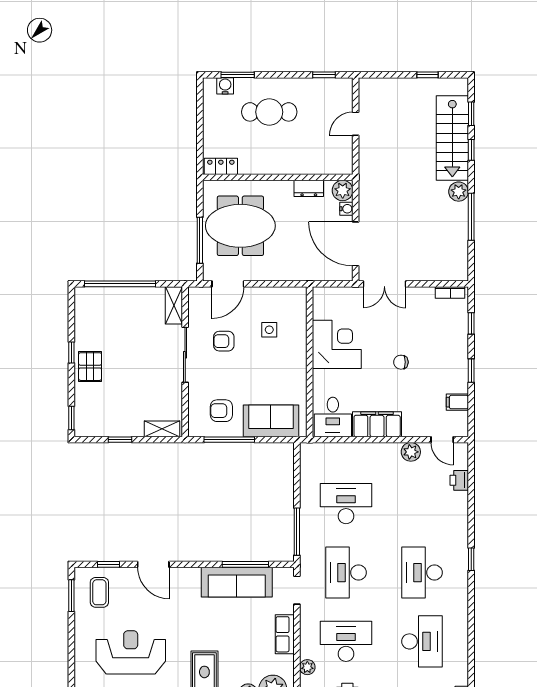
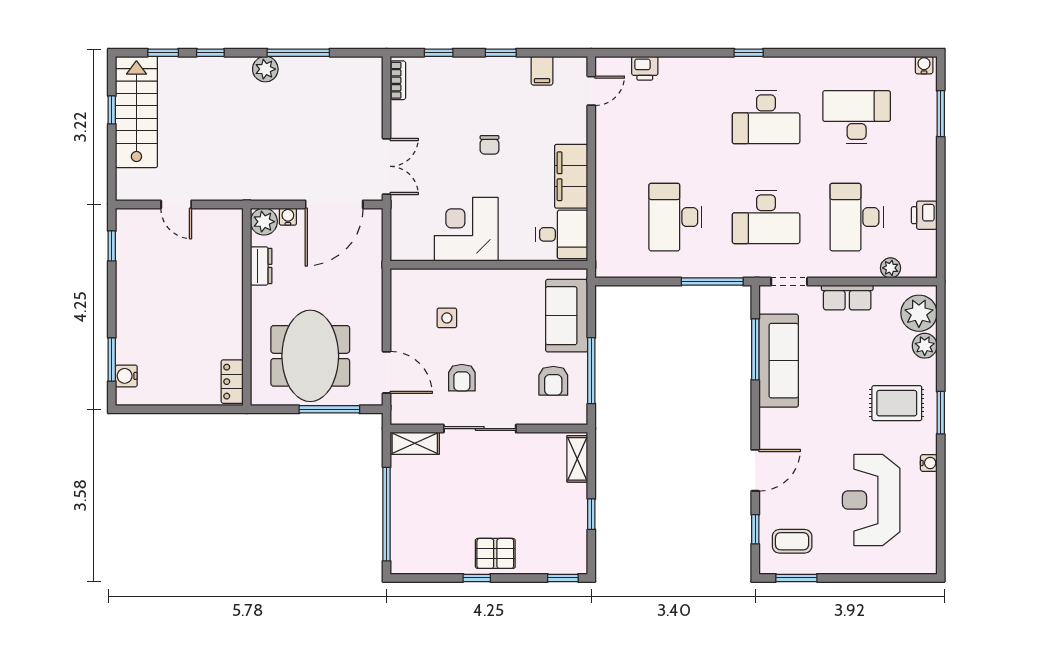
cafe table: (269, 112) -> (161, 318), removed
stairs: (452, 138) -> (136, 112), moved, turned -90
plant: (411, 452) -> (607, 132), removed

